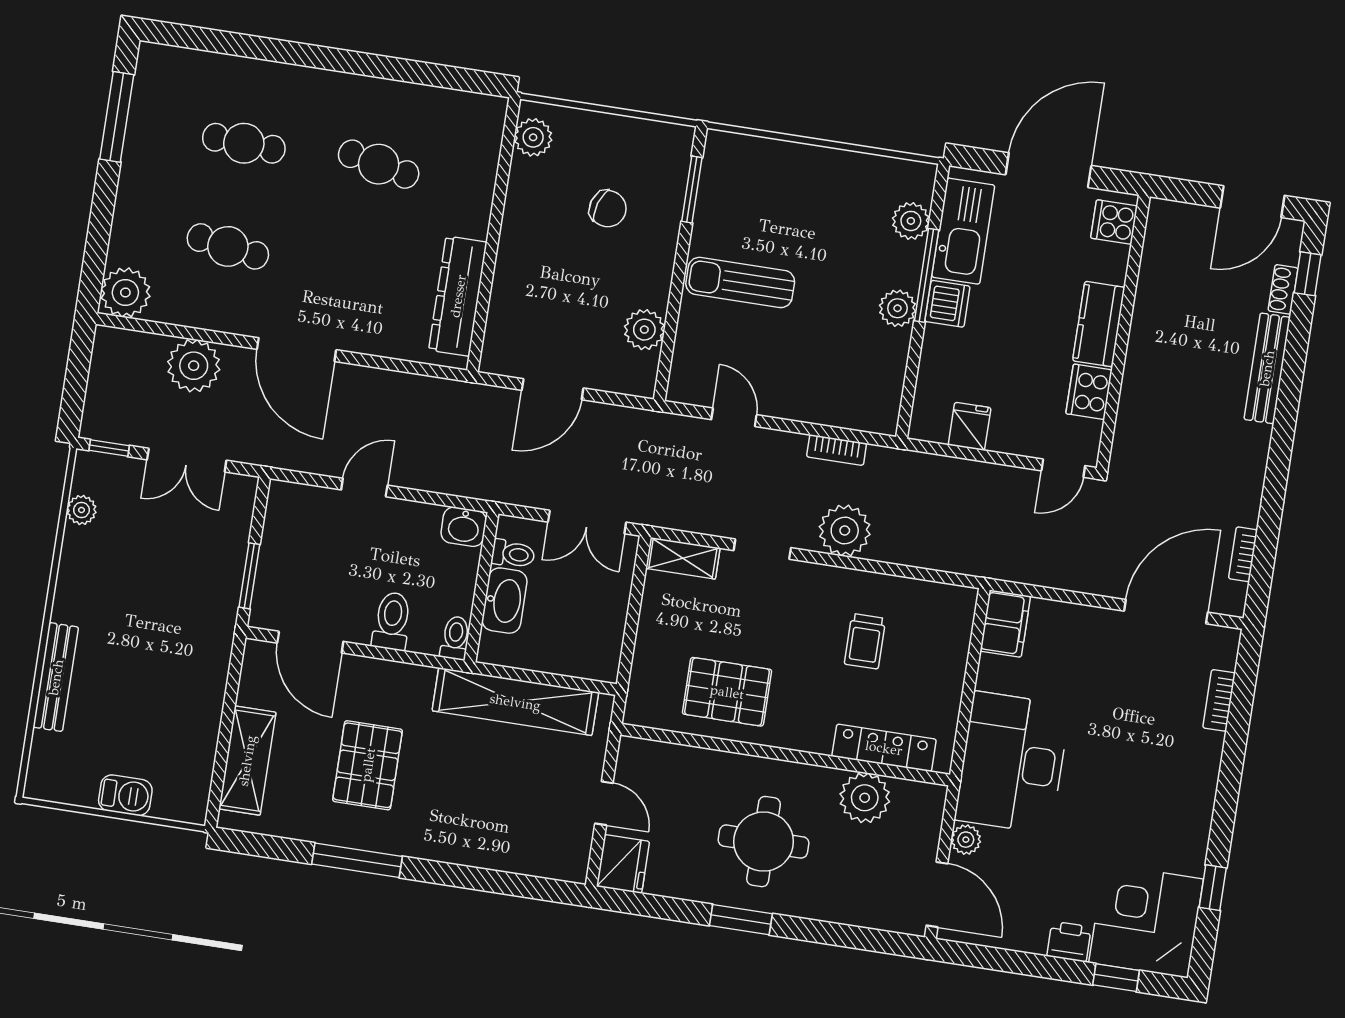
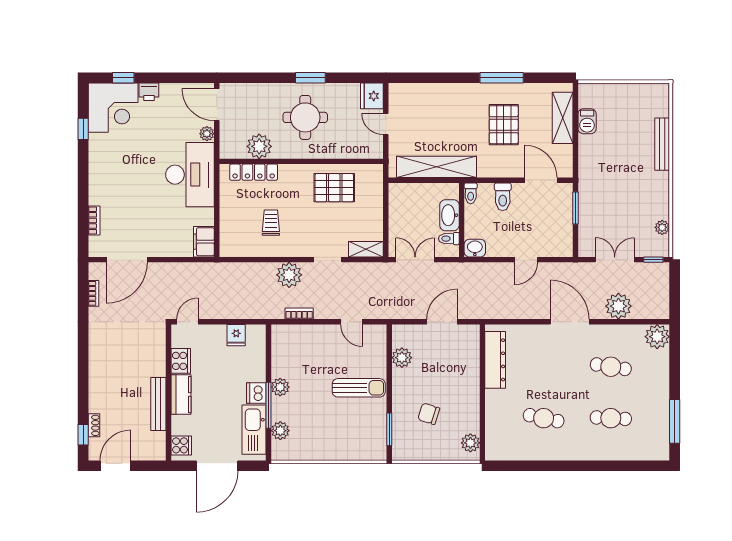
bench: (1267, 368) -> (158, 404), moved
barbecue: (125, 795) -> (587, 121), moved, turned -90

